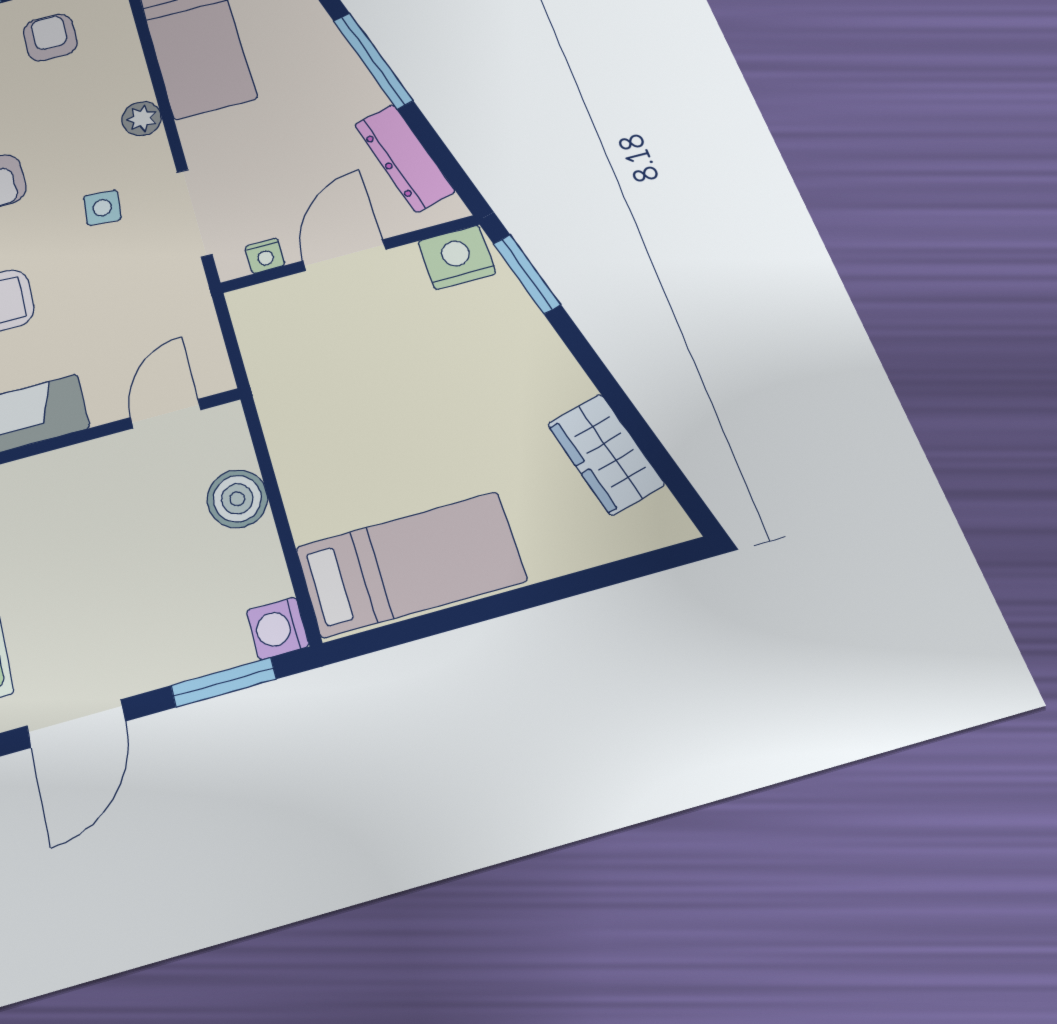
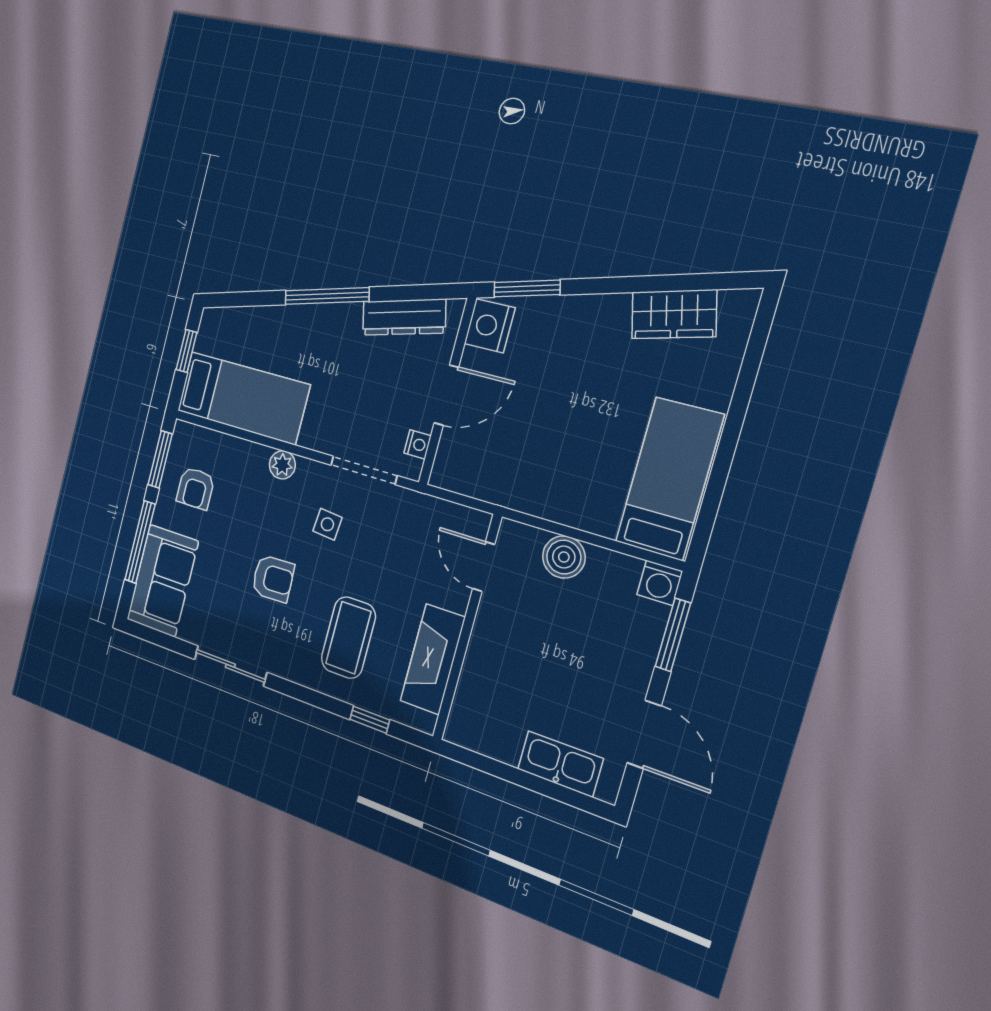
armchair: (50, 38) -> (195, 488), turned -90
door: (344, 255) -> (446, 395), swing flipped

